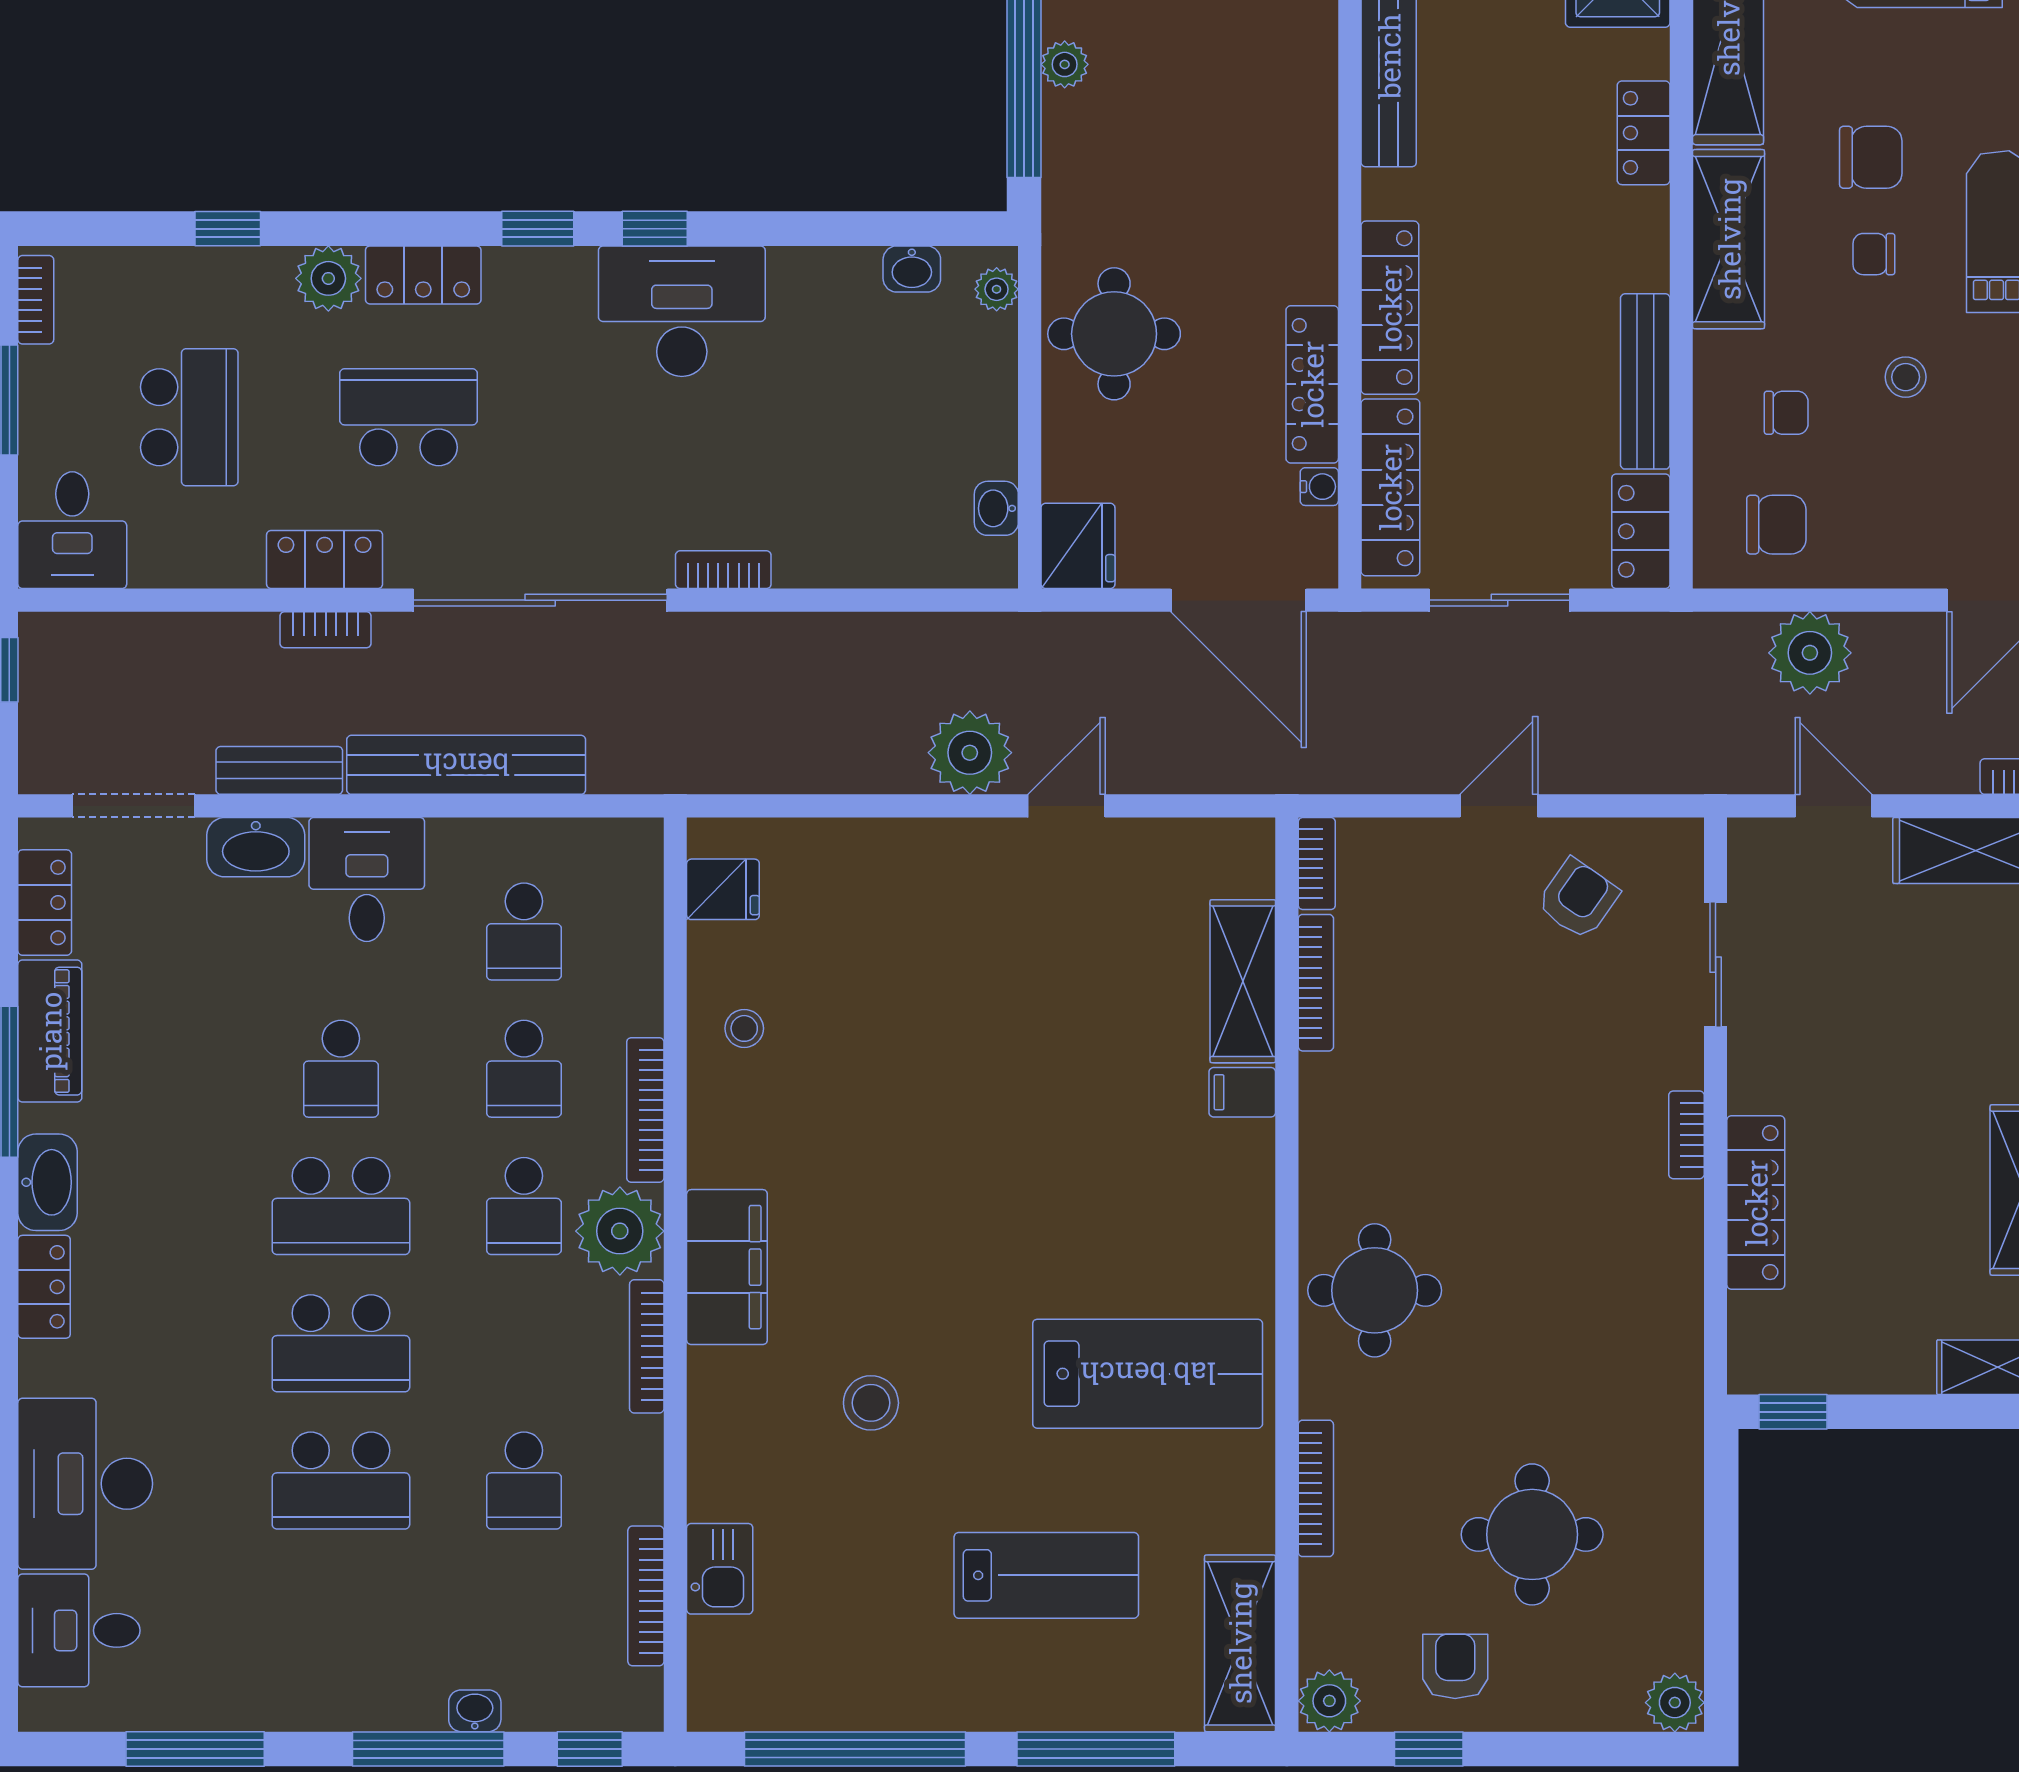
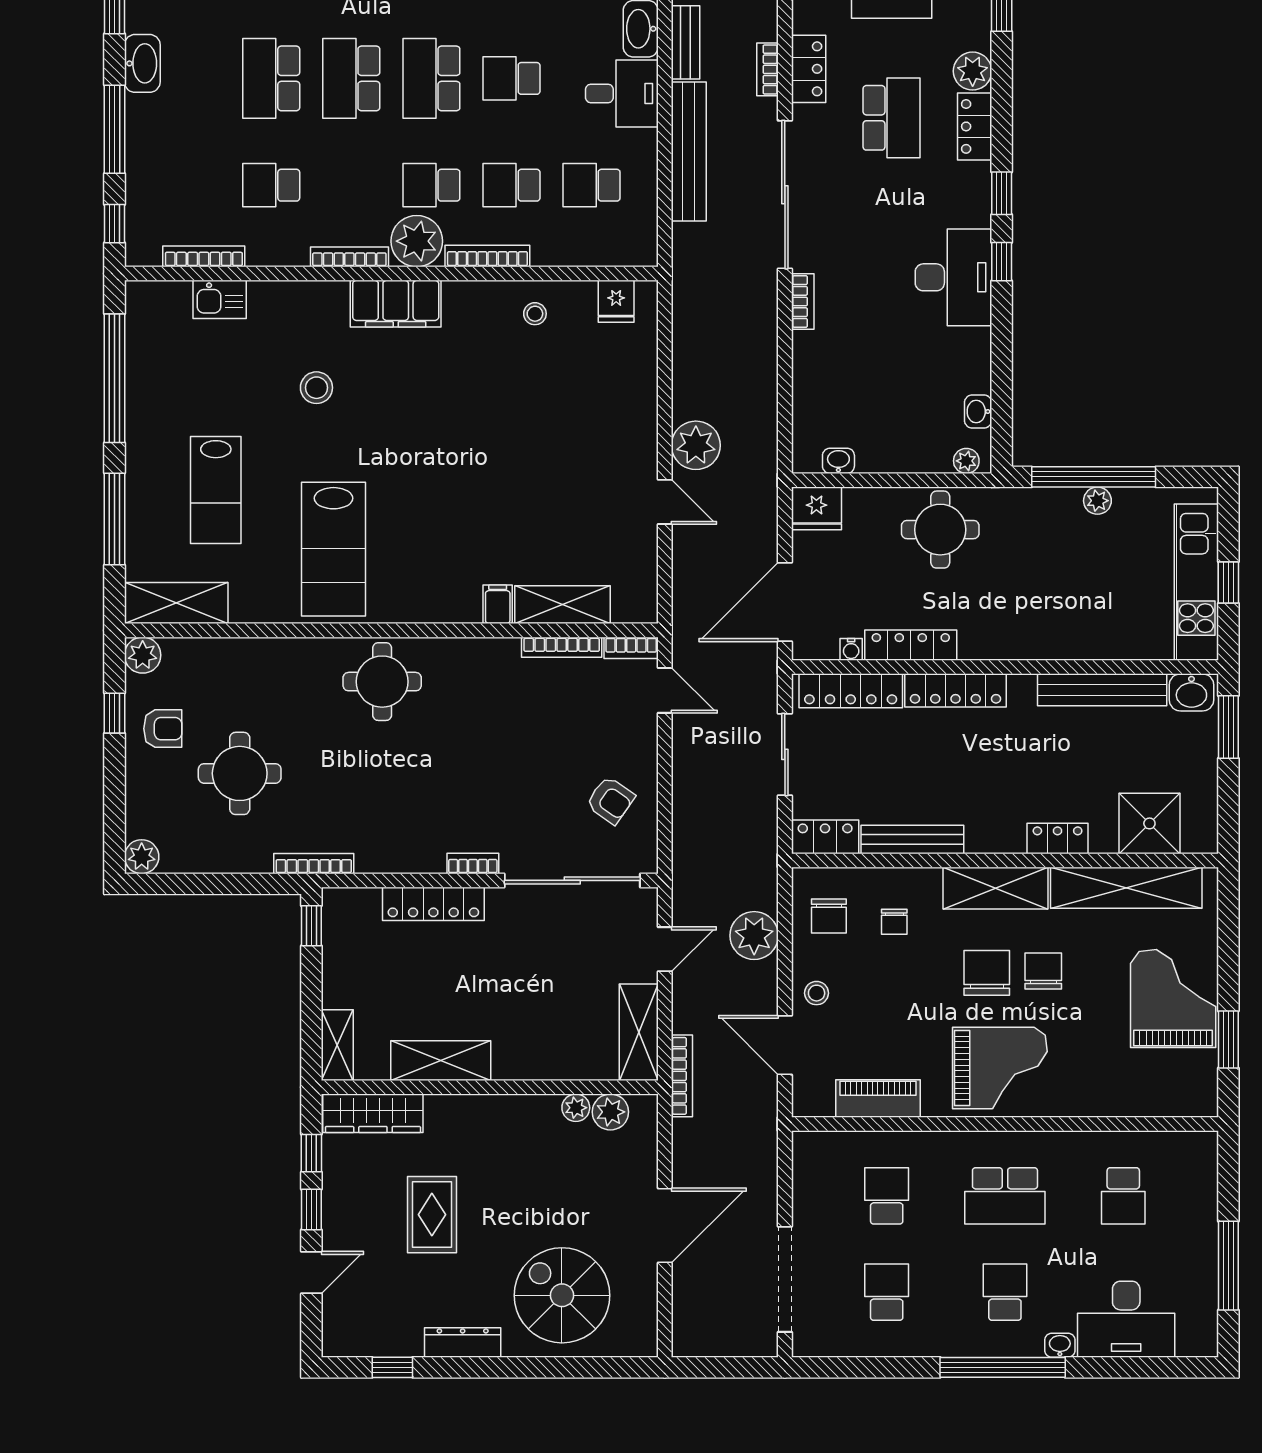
chair: (1871, 157) -> (1043, 971), turned 180
chair: (1874, 254) -> (987, 973), width x1.87, depth x1.87
stool: (1906, 377) -> (817, 993), moved
door: (1499, 806) -> (665, 690), moved
sliding door: (1716, 965) -> (572, 880), width x1.86
bookcase: (1316, 1488) -> (314, 864), moved, turned 180
washbasin: (475, 1711) -> (142, 63), moved, width x1.91, depth x1.45

